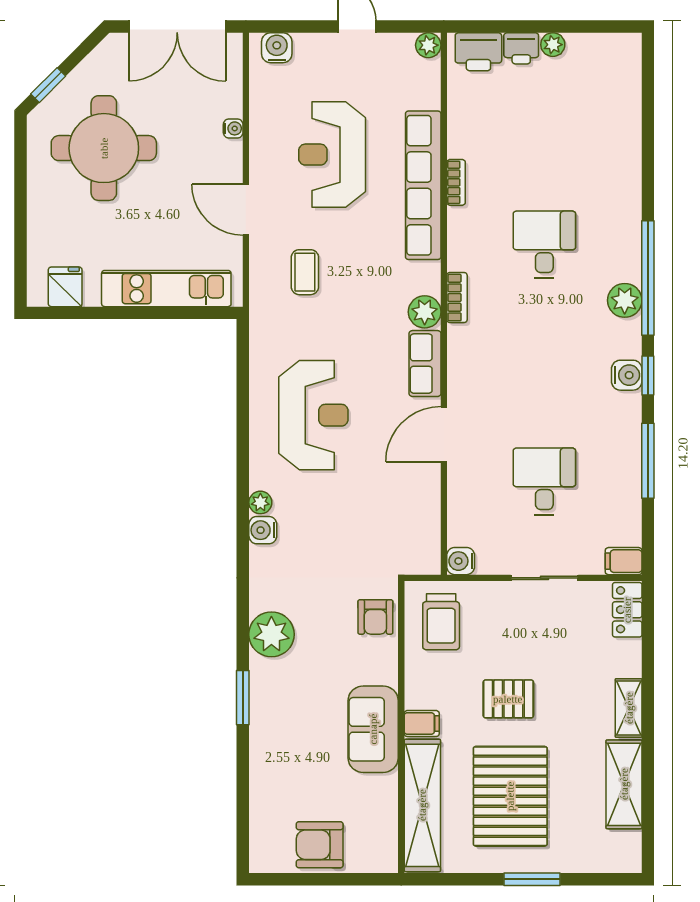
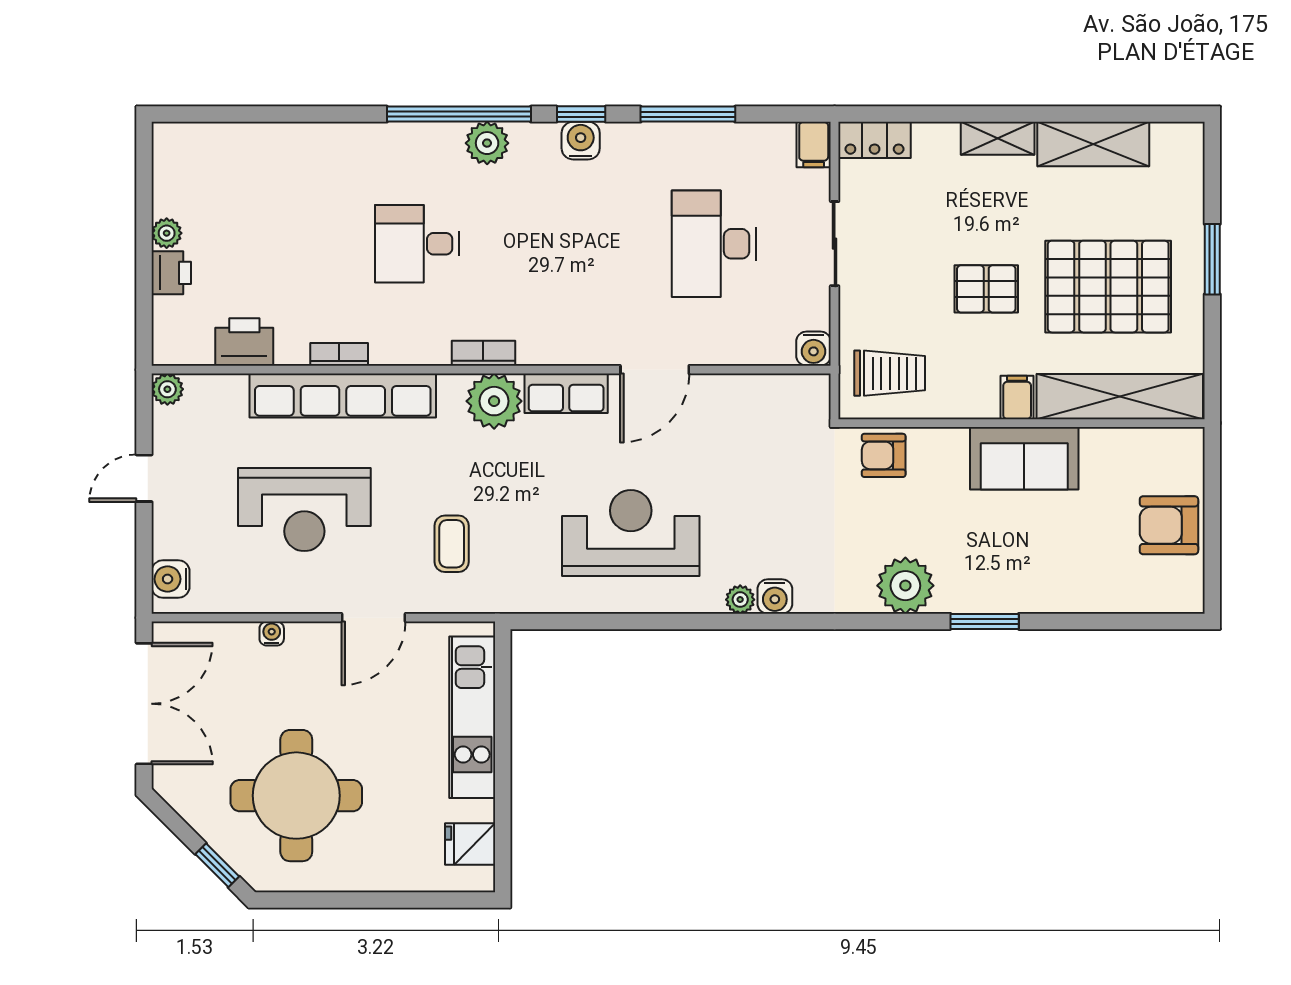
printer: (478, 52) -> (244, 342), moved, turned -90
coffee table: (305, 272) -> (452, 544), turned 90
plant: (425, 312) -> (494, 401), width x1.36, depth x1.36
door: (444, 434) -> (655, 370), hinge flipped
desk: (544, 481) -> (714, 244), width x1.37
armchair: (375, 617) -> (884, 455), turned 180
pallet: (508, 699) -> (986, 289), turned 90
armchair: (320, 845) -> (1169, 525), turned 90

